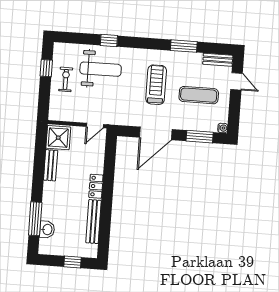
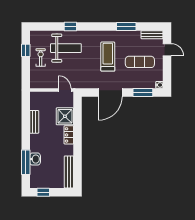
door: (95, 125) -> (65, 90), swing flipped
shower: (58, 138) -> (65, 116), moved
bench: (94, 222) -> (69, 172), moved
washbasin: (47, 229) -> (35, 159), moved
window: (73, 262) -> (43, 192), moved

